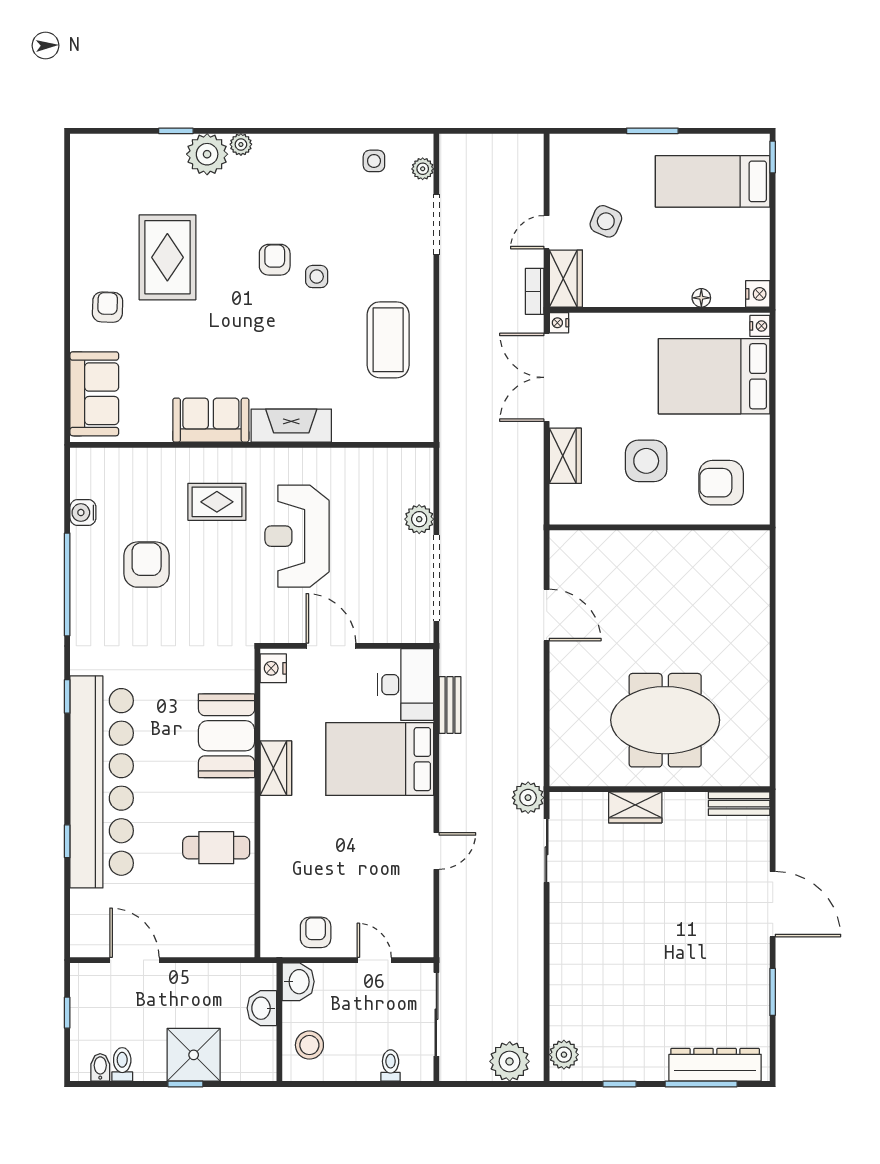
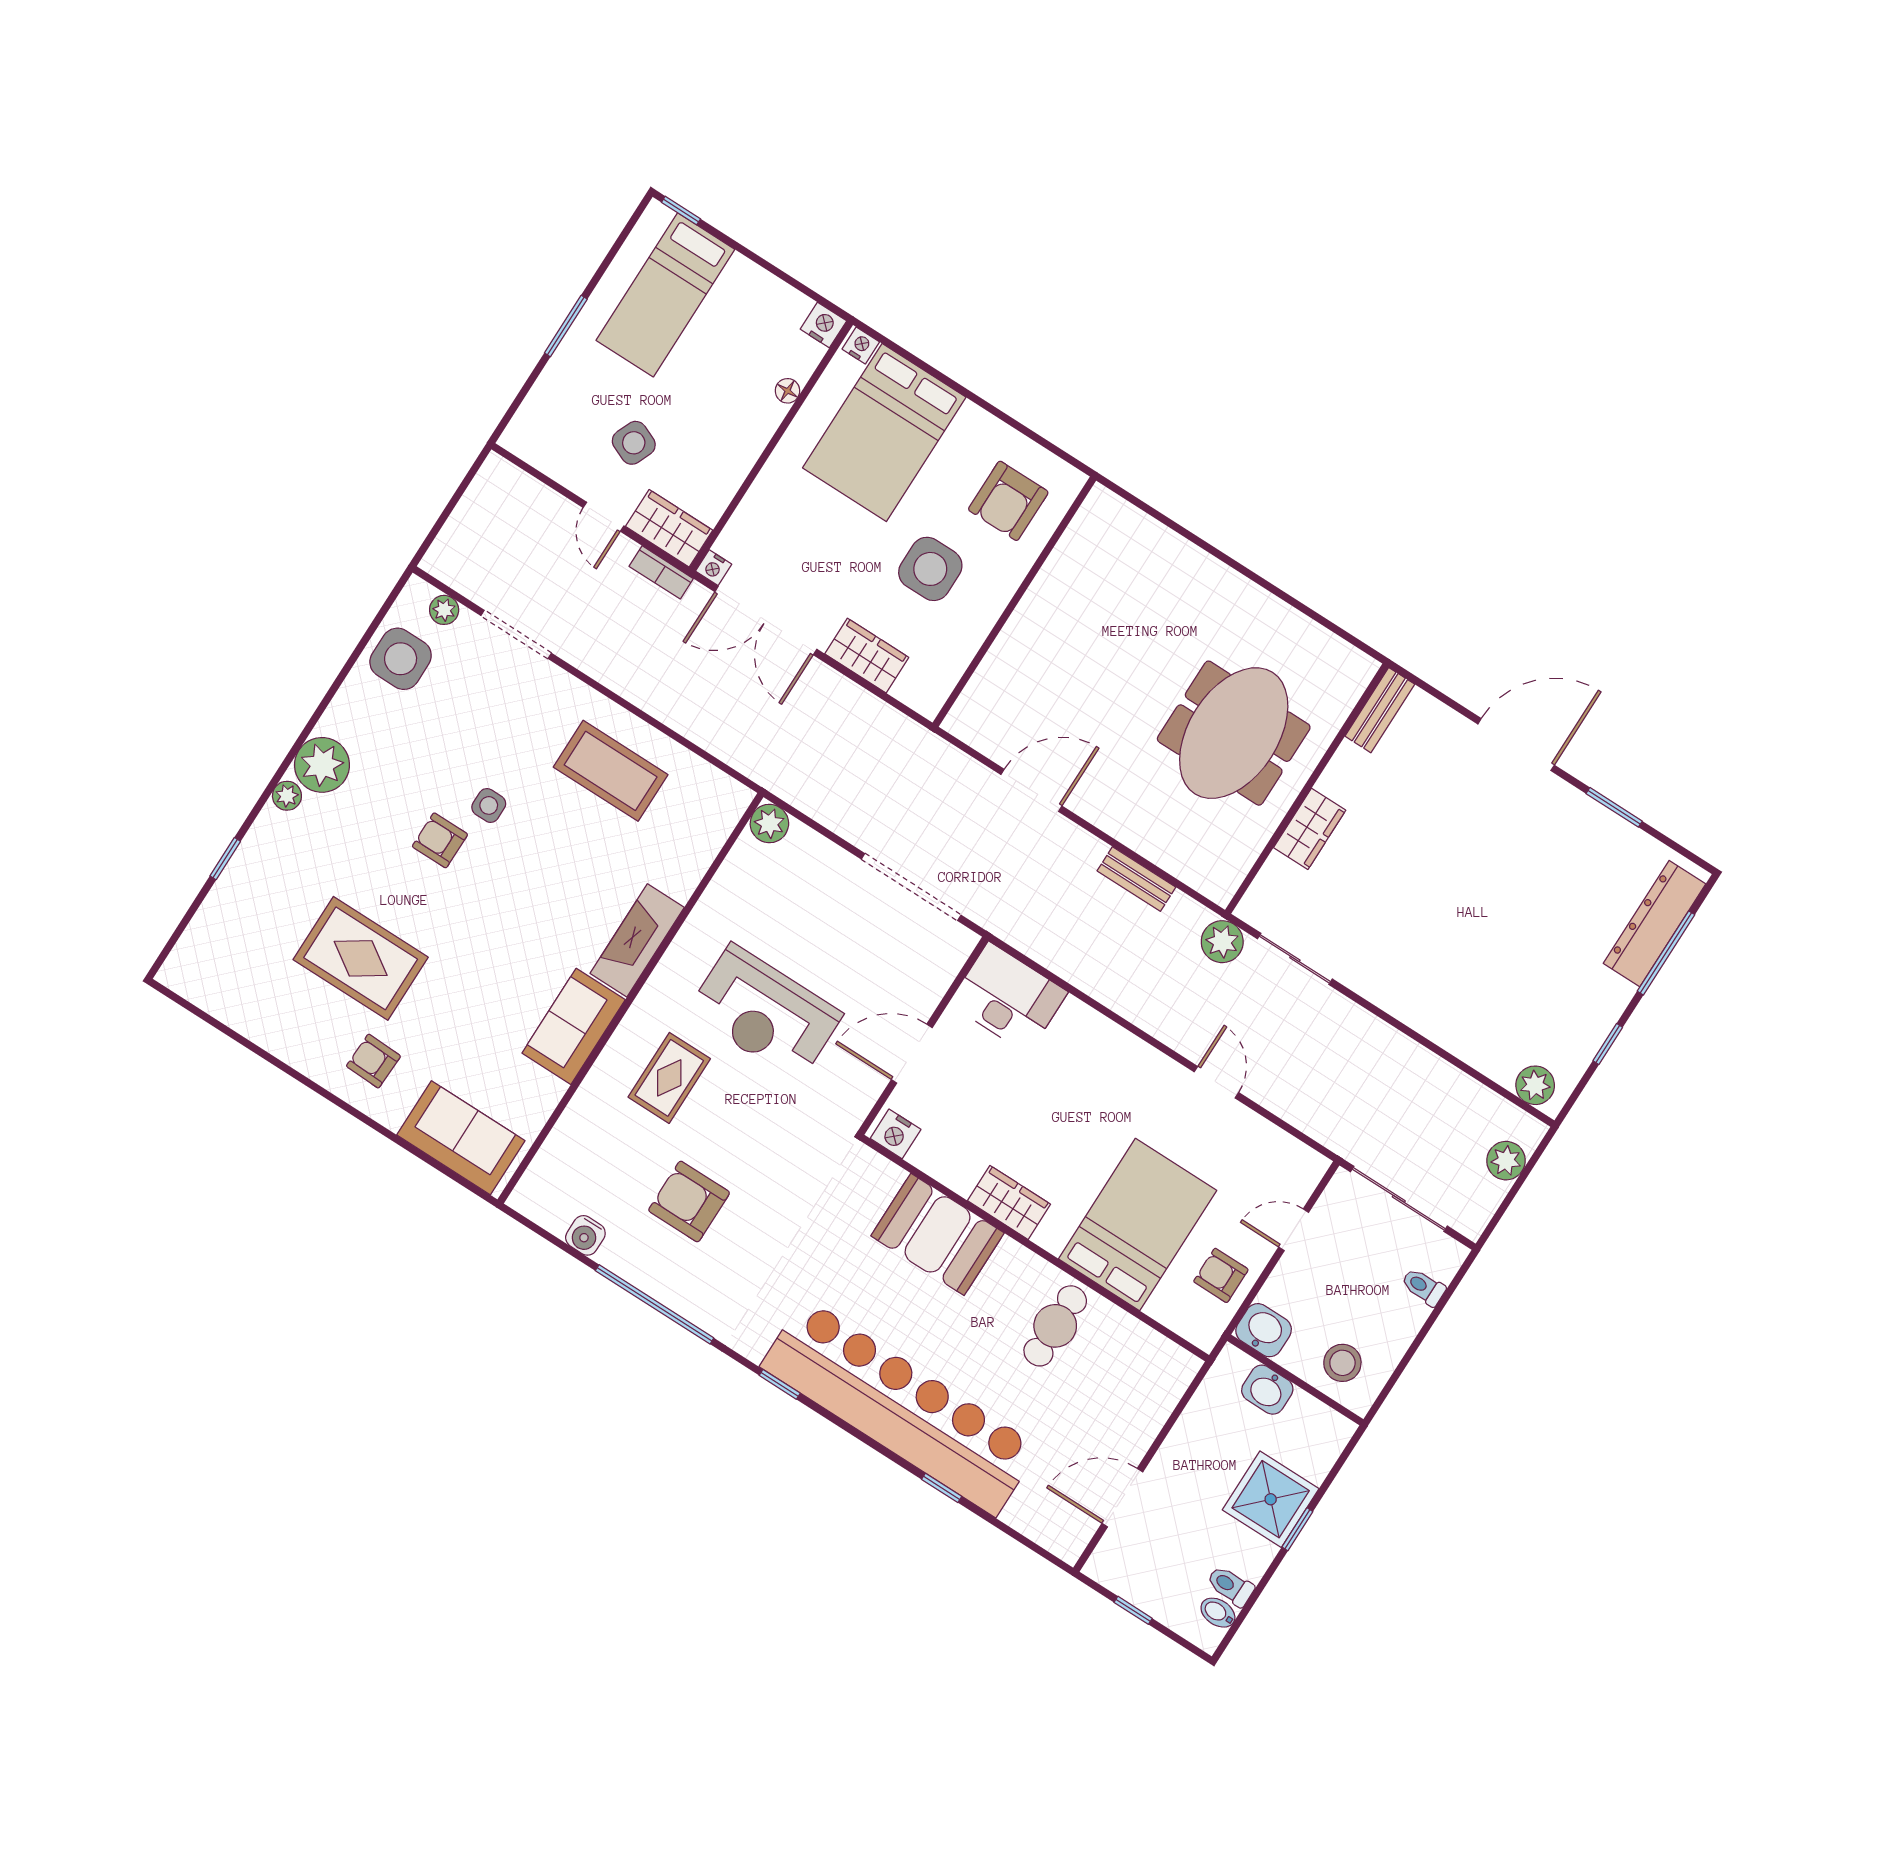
plant: (207, 154) -> (322, 765), moved
side table: (374, 161) -> (401, 659), width x1.87, depth x1.87
plant: (419, 519) -> (769, 824), moved
bench: (450, 705) -> (1136, 879), moved
bed: (380, 759) -> (1138, 1225), moved, turned 180
plant: (510, 1061) -> (1506, 1161), width x0.73, depth x0.73

